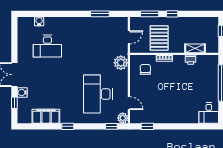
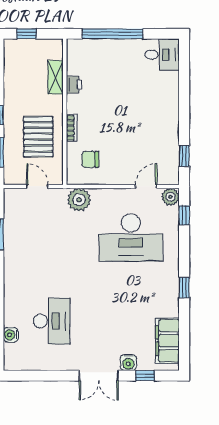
pallet: (159, 38) -> (38, 137), turned 90
filing cabinet: (46, 116) -> (167, 341), moved

